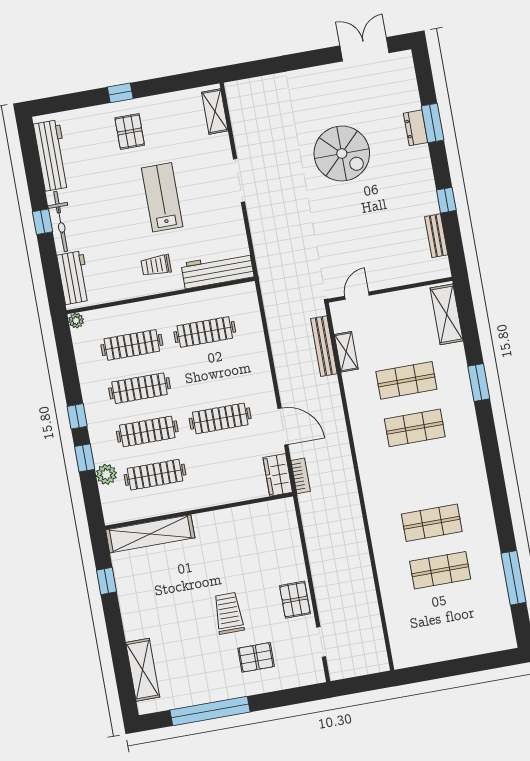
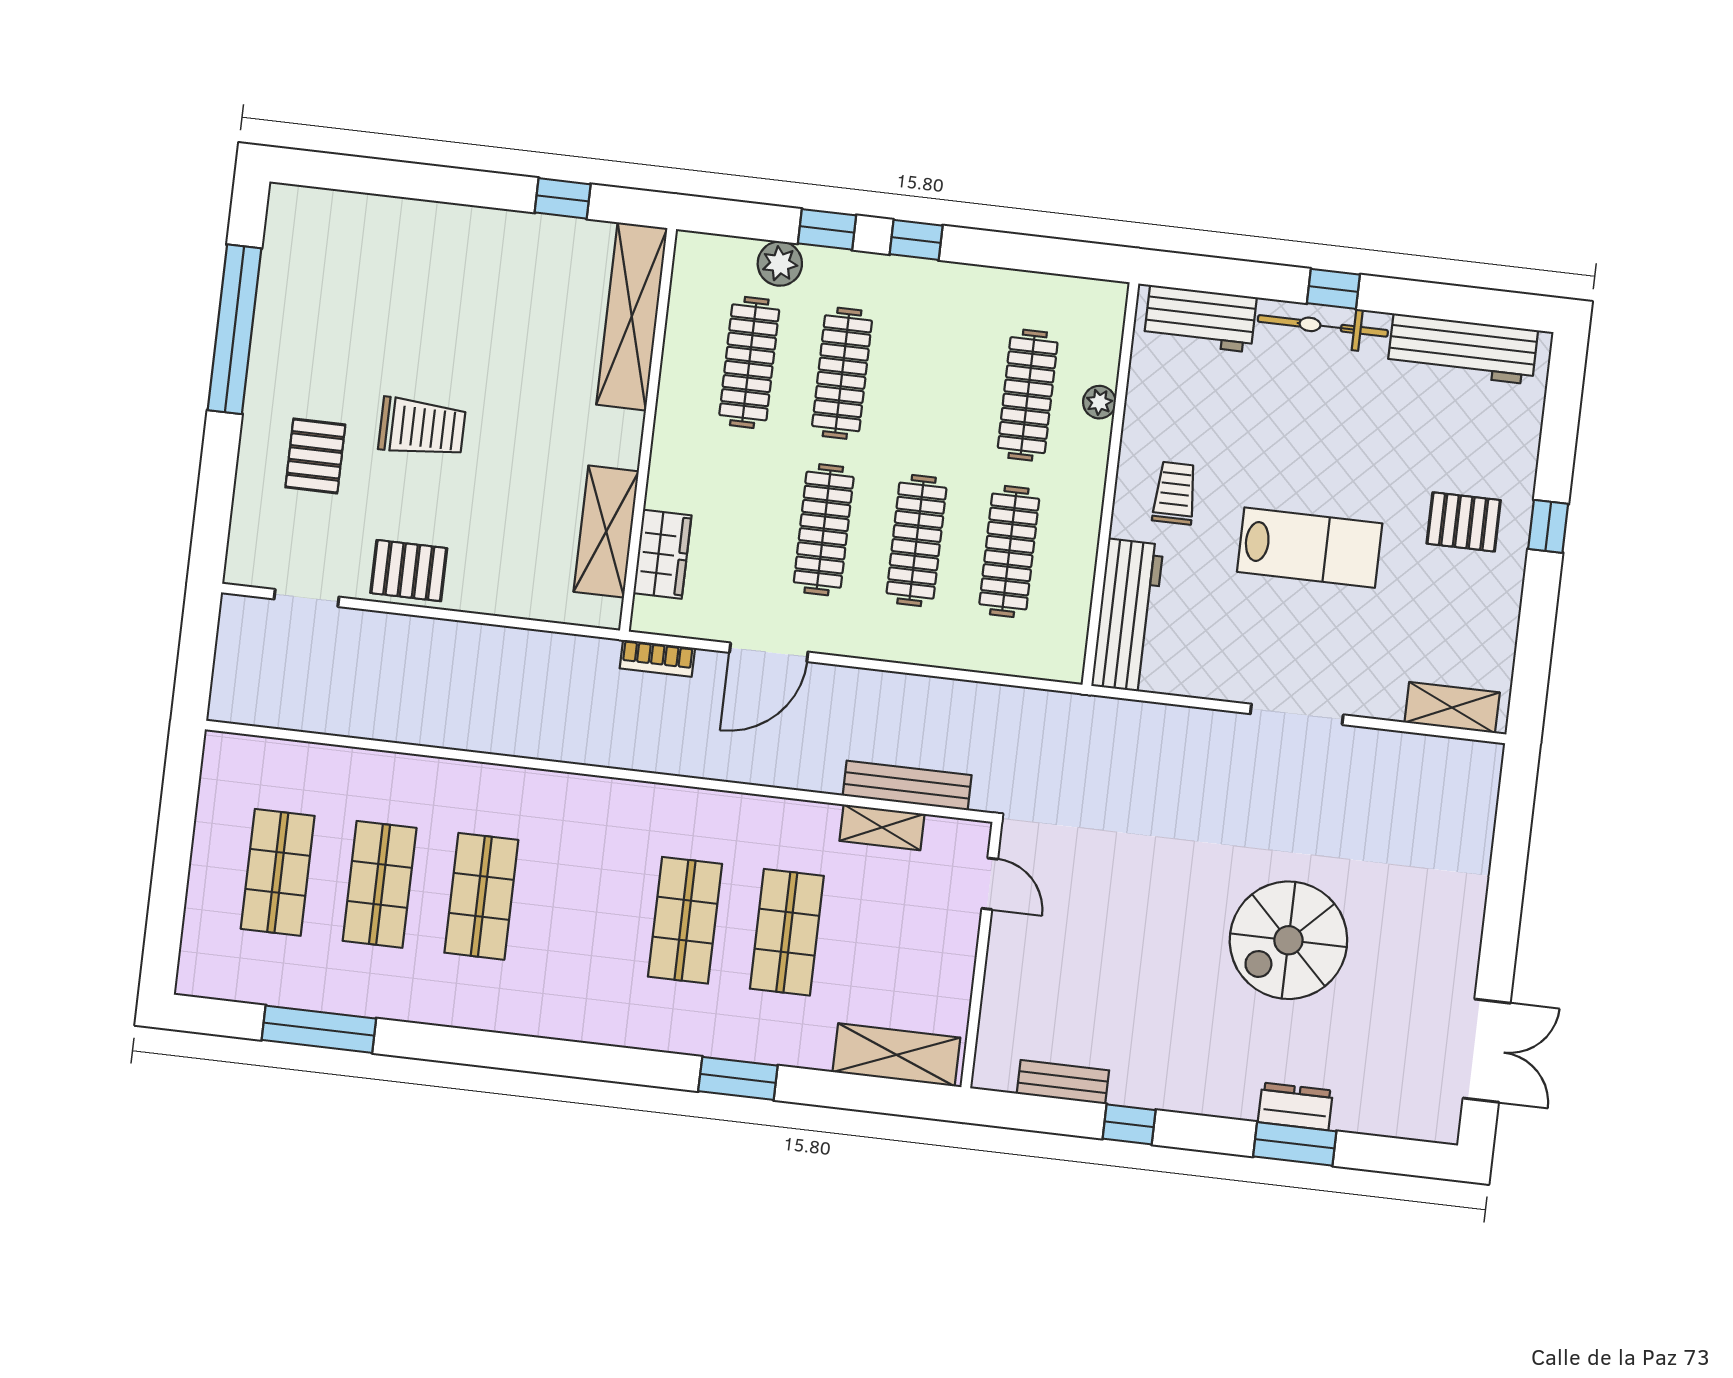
plant: (76, 320) -> (1099, 402), moved
clothes rail: (140, 388) -> (916, 541), moved
wardrobe: (278, 475) -> (662, 554), moved, turned 90
shop shelf: (449, 618) -> (278, 872), added
shelving: (143, 670) -> (606, 532), moved, turned 90

